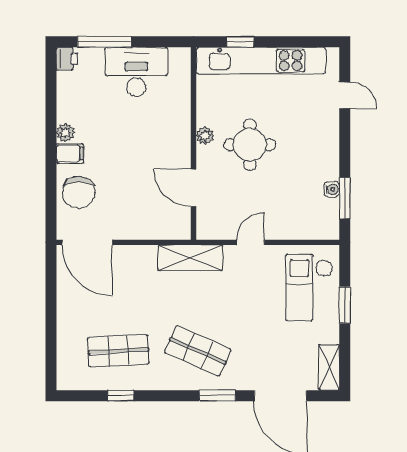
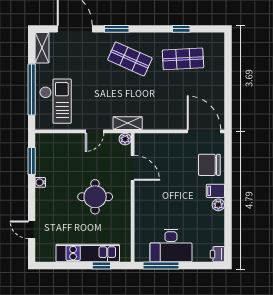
window: (104, 42) -> (161, 266), moved
kitchen unit: (261, 61) -> (88, 253), width x0.73
plant: (205, 136) -> (125, 139), moved
water cooler: (332, 189) -> (40, 182), moved
chair: (79, 192) -> (209, 165), turned -90
shelving: (190, 258) -> (128, 123), width x0.67, depth x0.75
window: (345, 305) -> (32, 90), width x2.11

